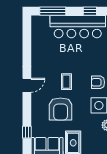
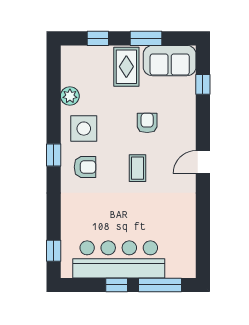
window: (90, 11) -> (117, 285), moved
armchair: (61, 109) -> (147, 123), width x0.53, depth x0.53

